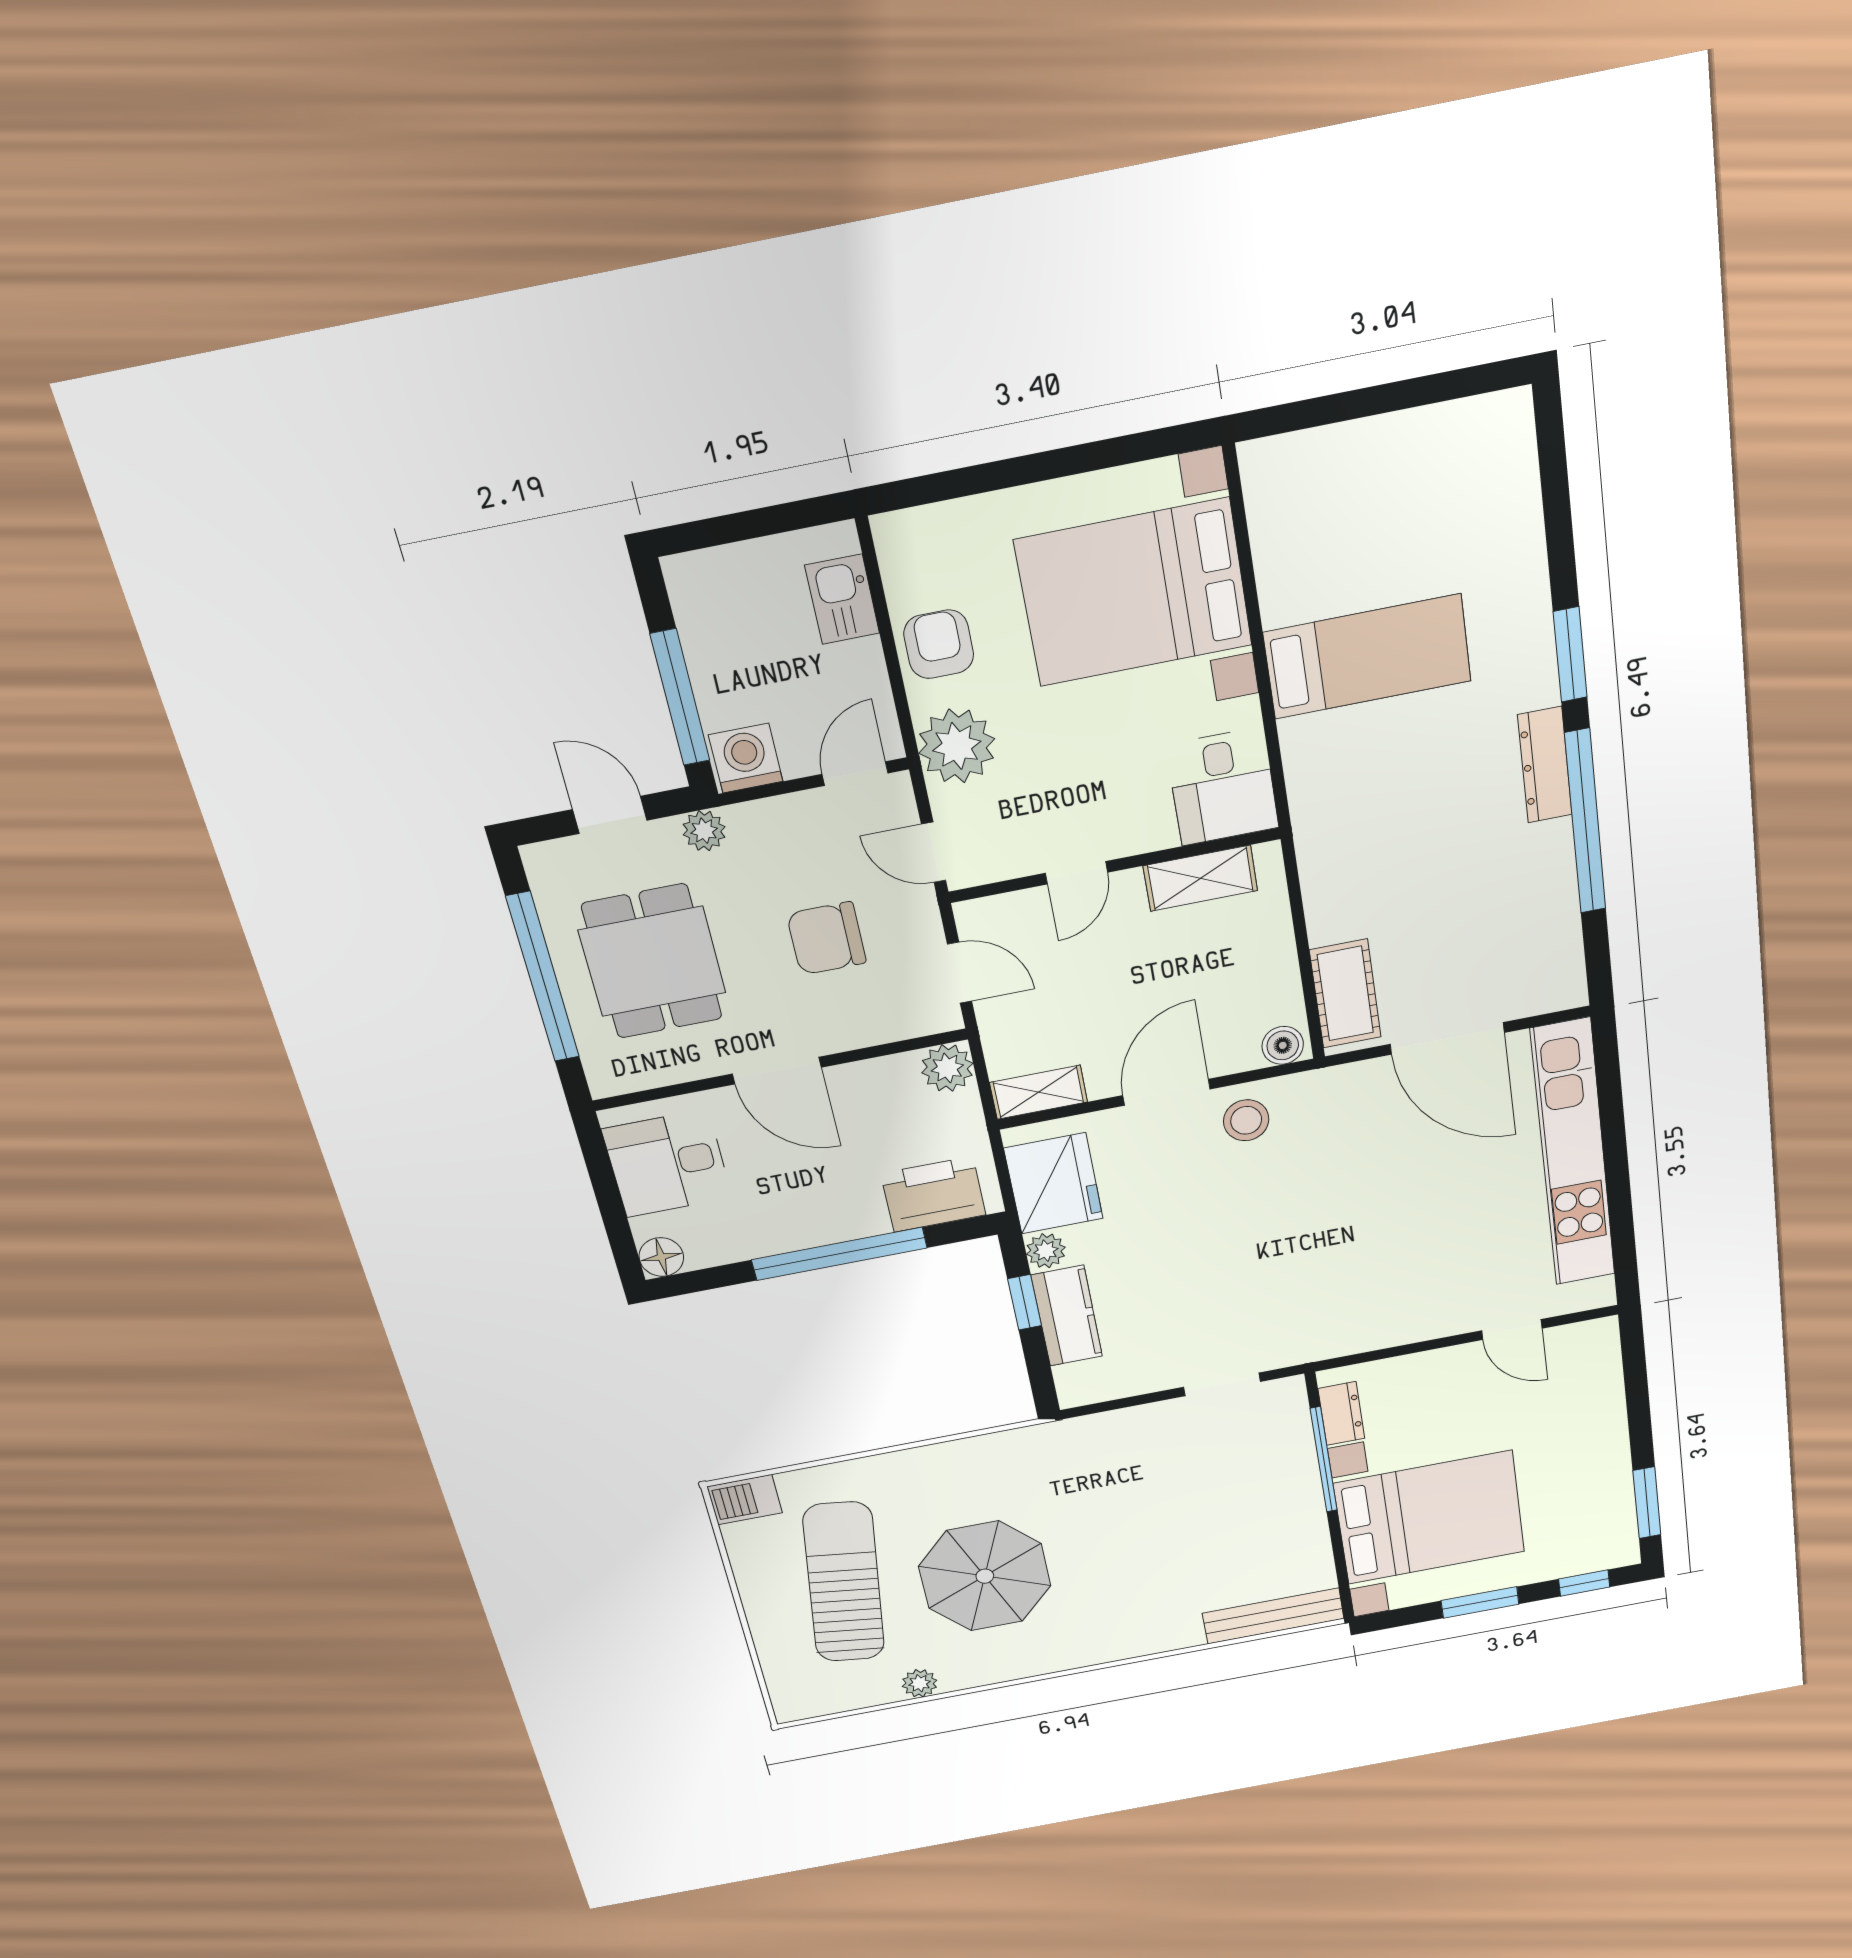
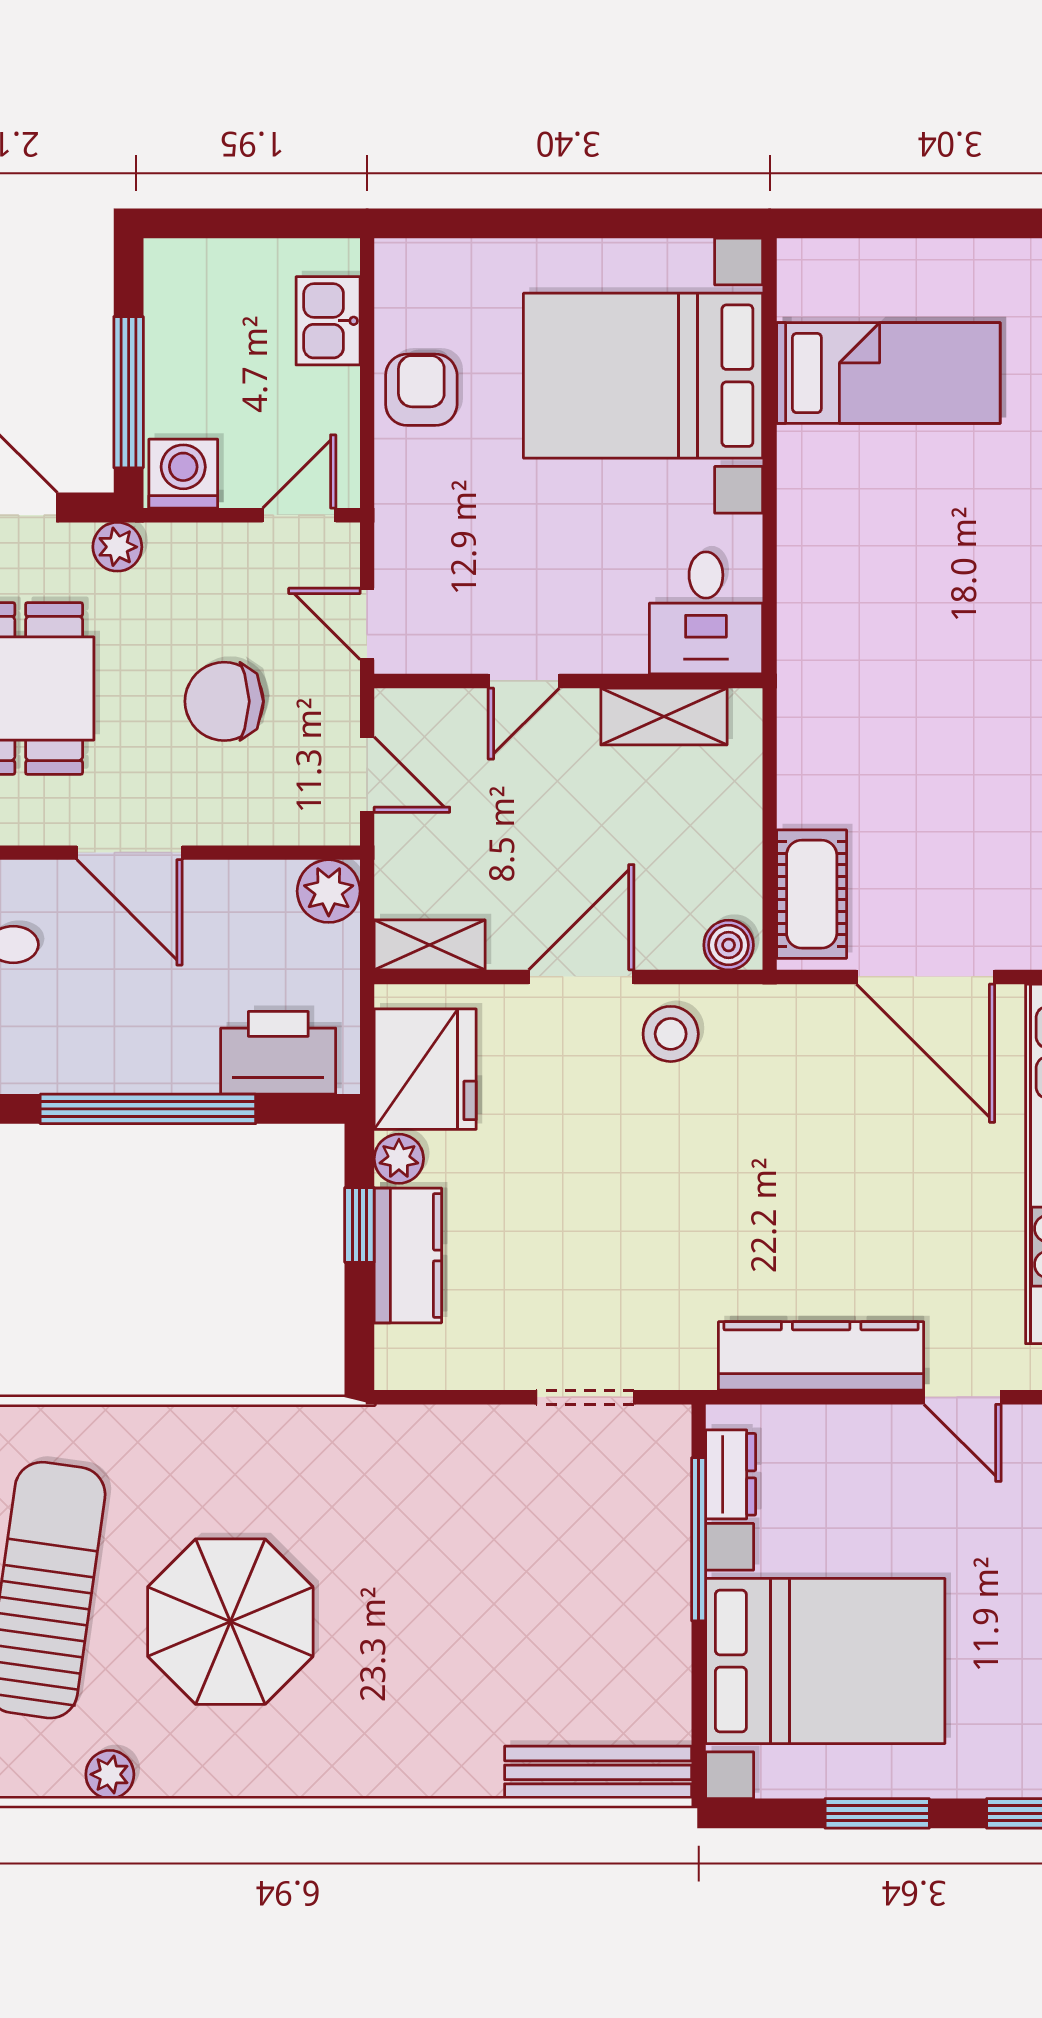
bed: (1367, 657) -> (888, 373), moved
plant: (957, 746) -> (418, 507), removed
kitchen counter: (1399, 1323) -> (821, 1356), added

